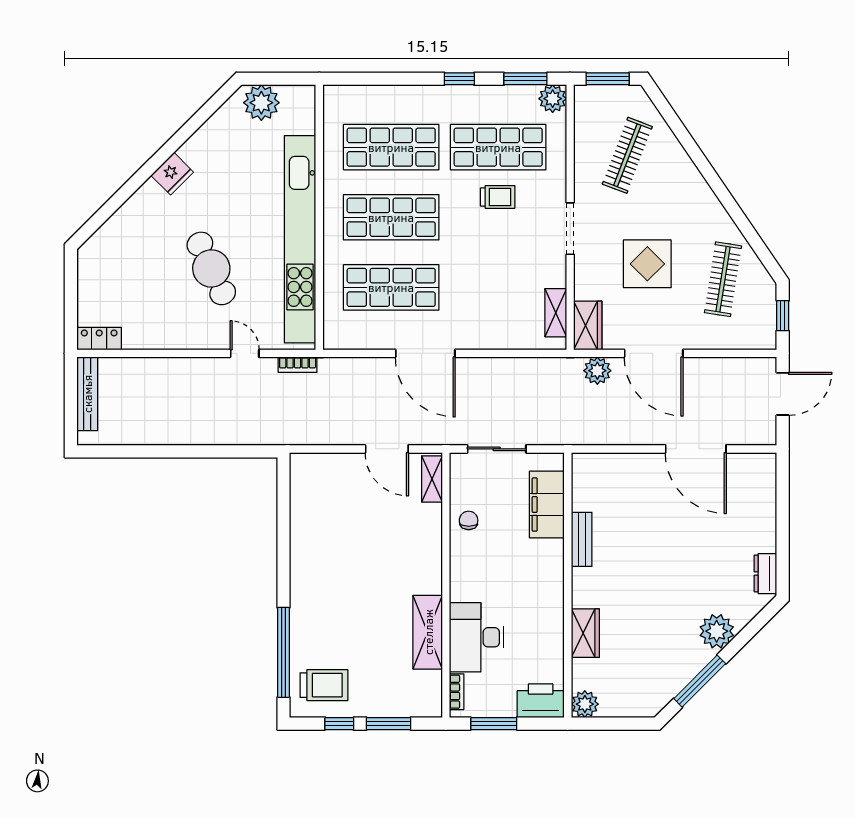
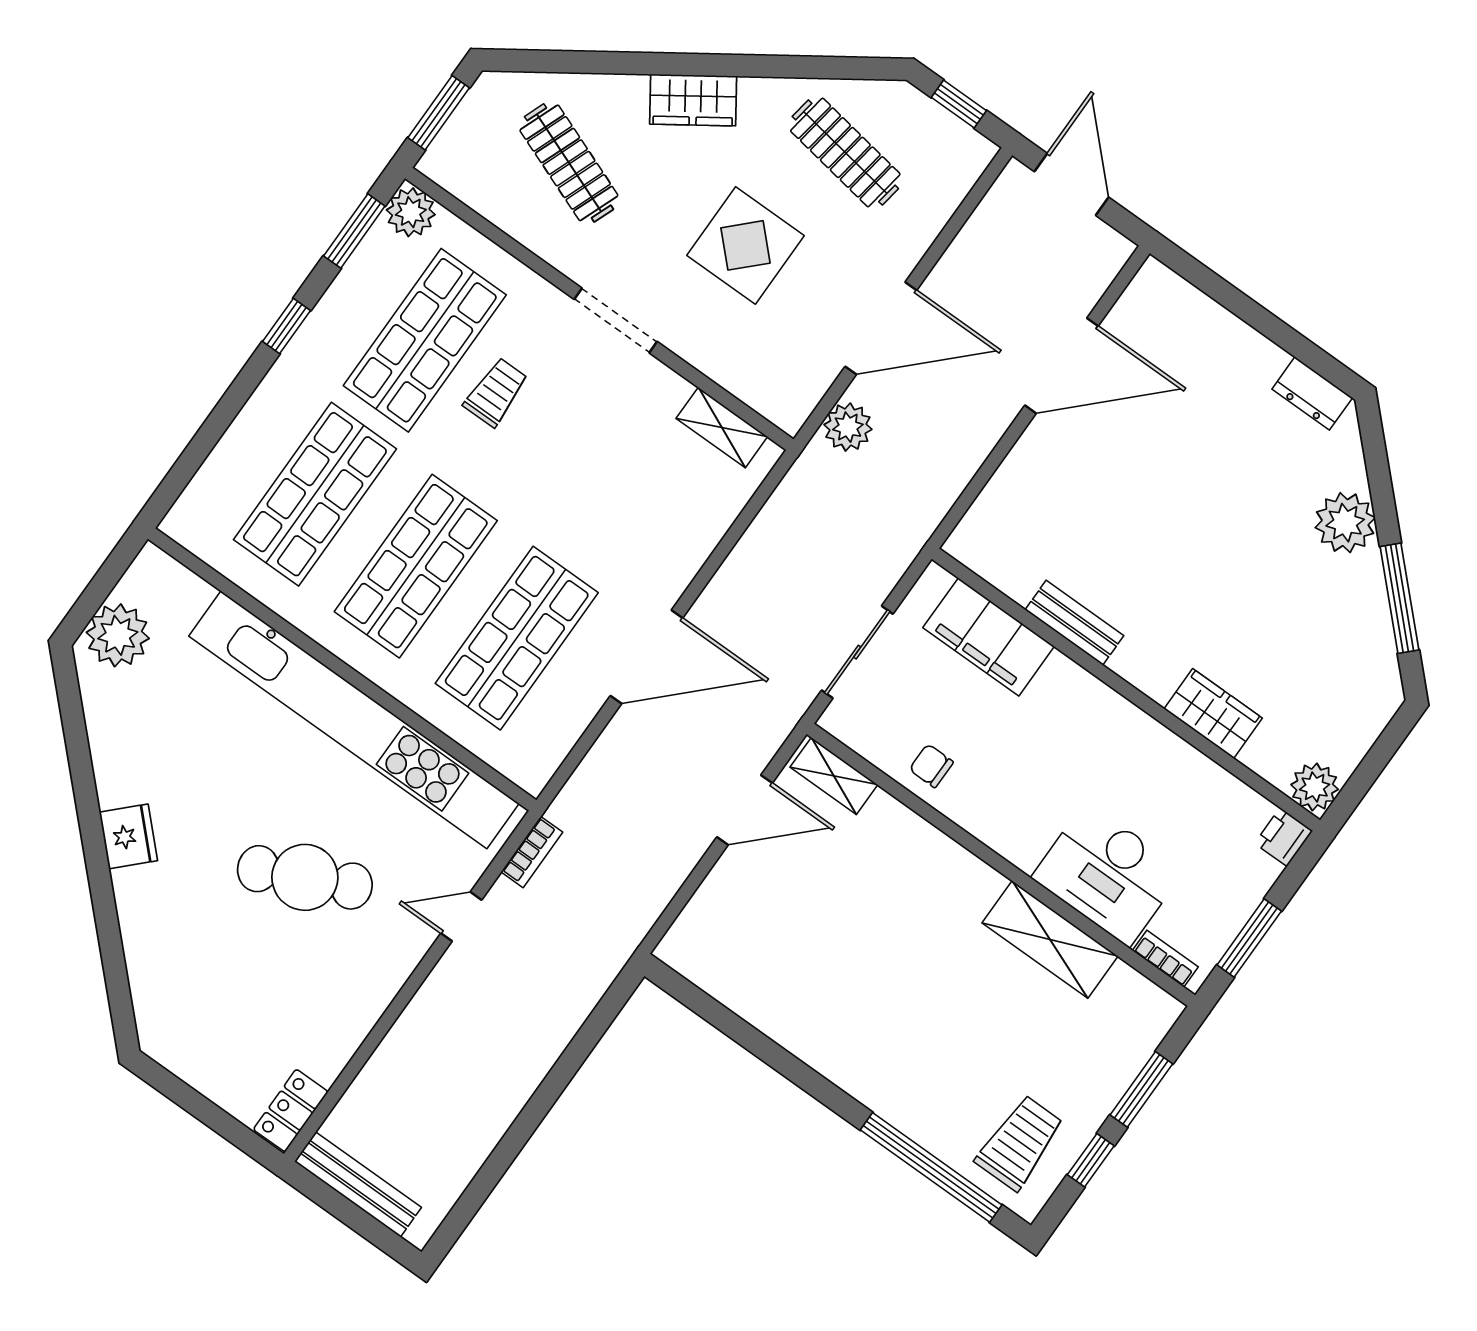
wardrobe: (588, 325) -> (693, 100), moved, turned 146
printer: (541, 701) -> (1284, 837), width x0.53, depth x0.68

